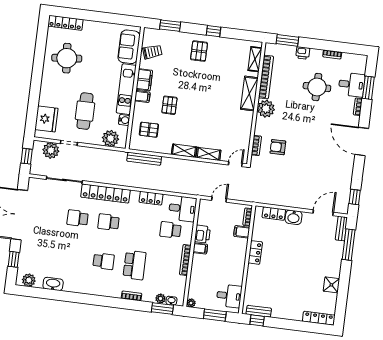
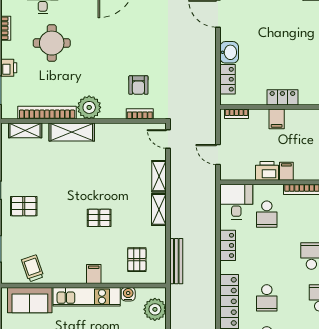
filing cabinet: (144, 80) -> (71, 274), removed
pallet: (169, 105) -> (99, 218), moved
filing cabinet: (242, 232) -> (277, 119), moved

